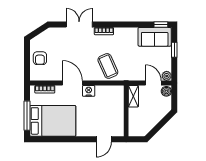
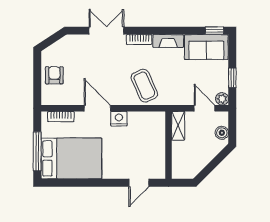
fireplace: (126, 32) -> (168, 41), added
window: (174, 50) -> (232, 78), moved
armchair: (40, 58) -> (54, 75), turned 180
boiler: (166, 91) -> (222, 133), moved

